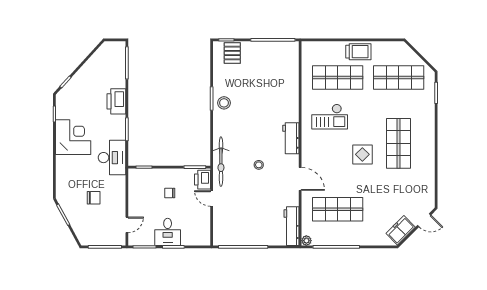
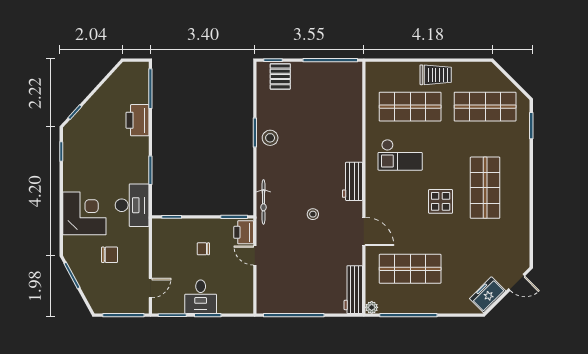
printer: (116, 101) -> (138, 120), moved
corner desk: (73, 137) -> (84, 213), moved
bicycle: (221, 162) -> (263, 202), width x0.73, depth x0.71

